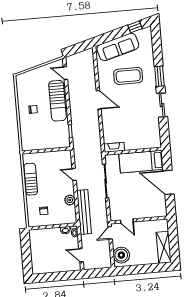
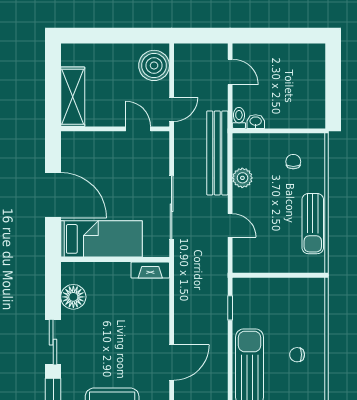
door: (99, 100) -> (172, 362), swing flipped
floor lamp: (153, 130) -> (73, 297), added
shelving: (164, 247) -> (73, 97), moved

